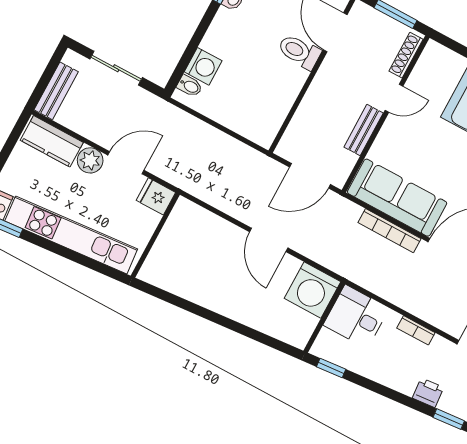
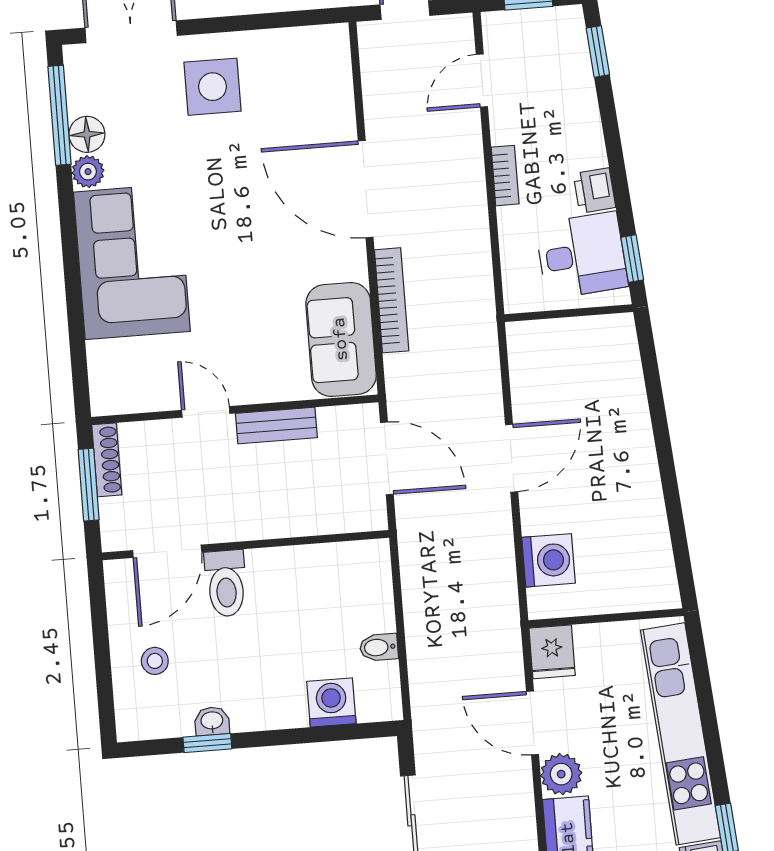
shoe rack: (406, 55) -> (107, 460), moved, turned -90
bidet: (190, 86) -> (379, 647), moved, turned -90
sofa: (397, 198) -> (341, 339), width x0.73
washing machine: (313, 290) -> (549, 560), moved, width x0.73, depth x0.73
desk: (356, 317) -> (582, 255), moved, turned -95
printer: (428, 393) -> (594, 191), moved

